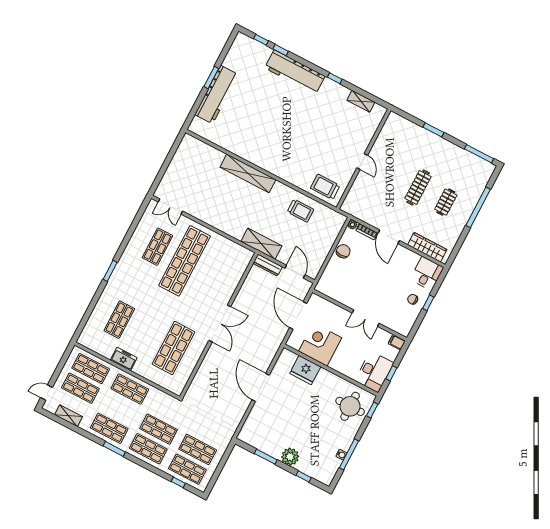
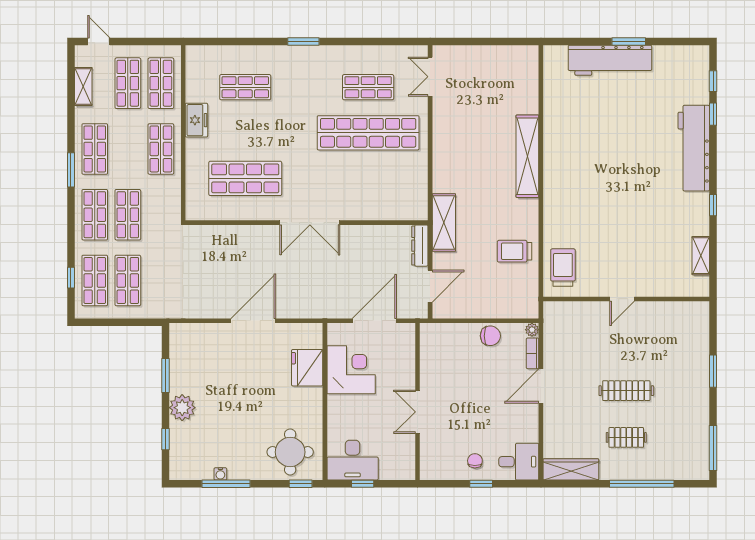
trolley: (300, 211) -> (515, 251), turned 90
wardrobe: (427, 247) -> (571, 469), moved, turned -90
filing cabinet: (397, 342) -> (407, 470), removed

